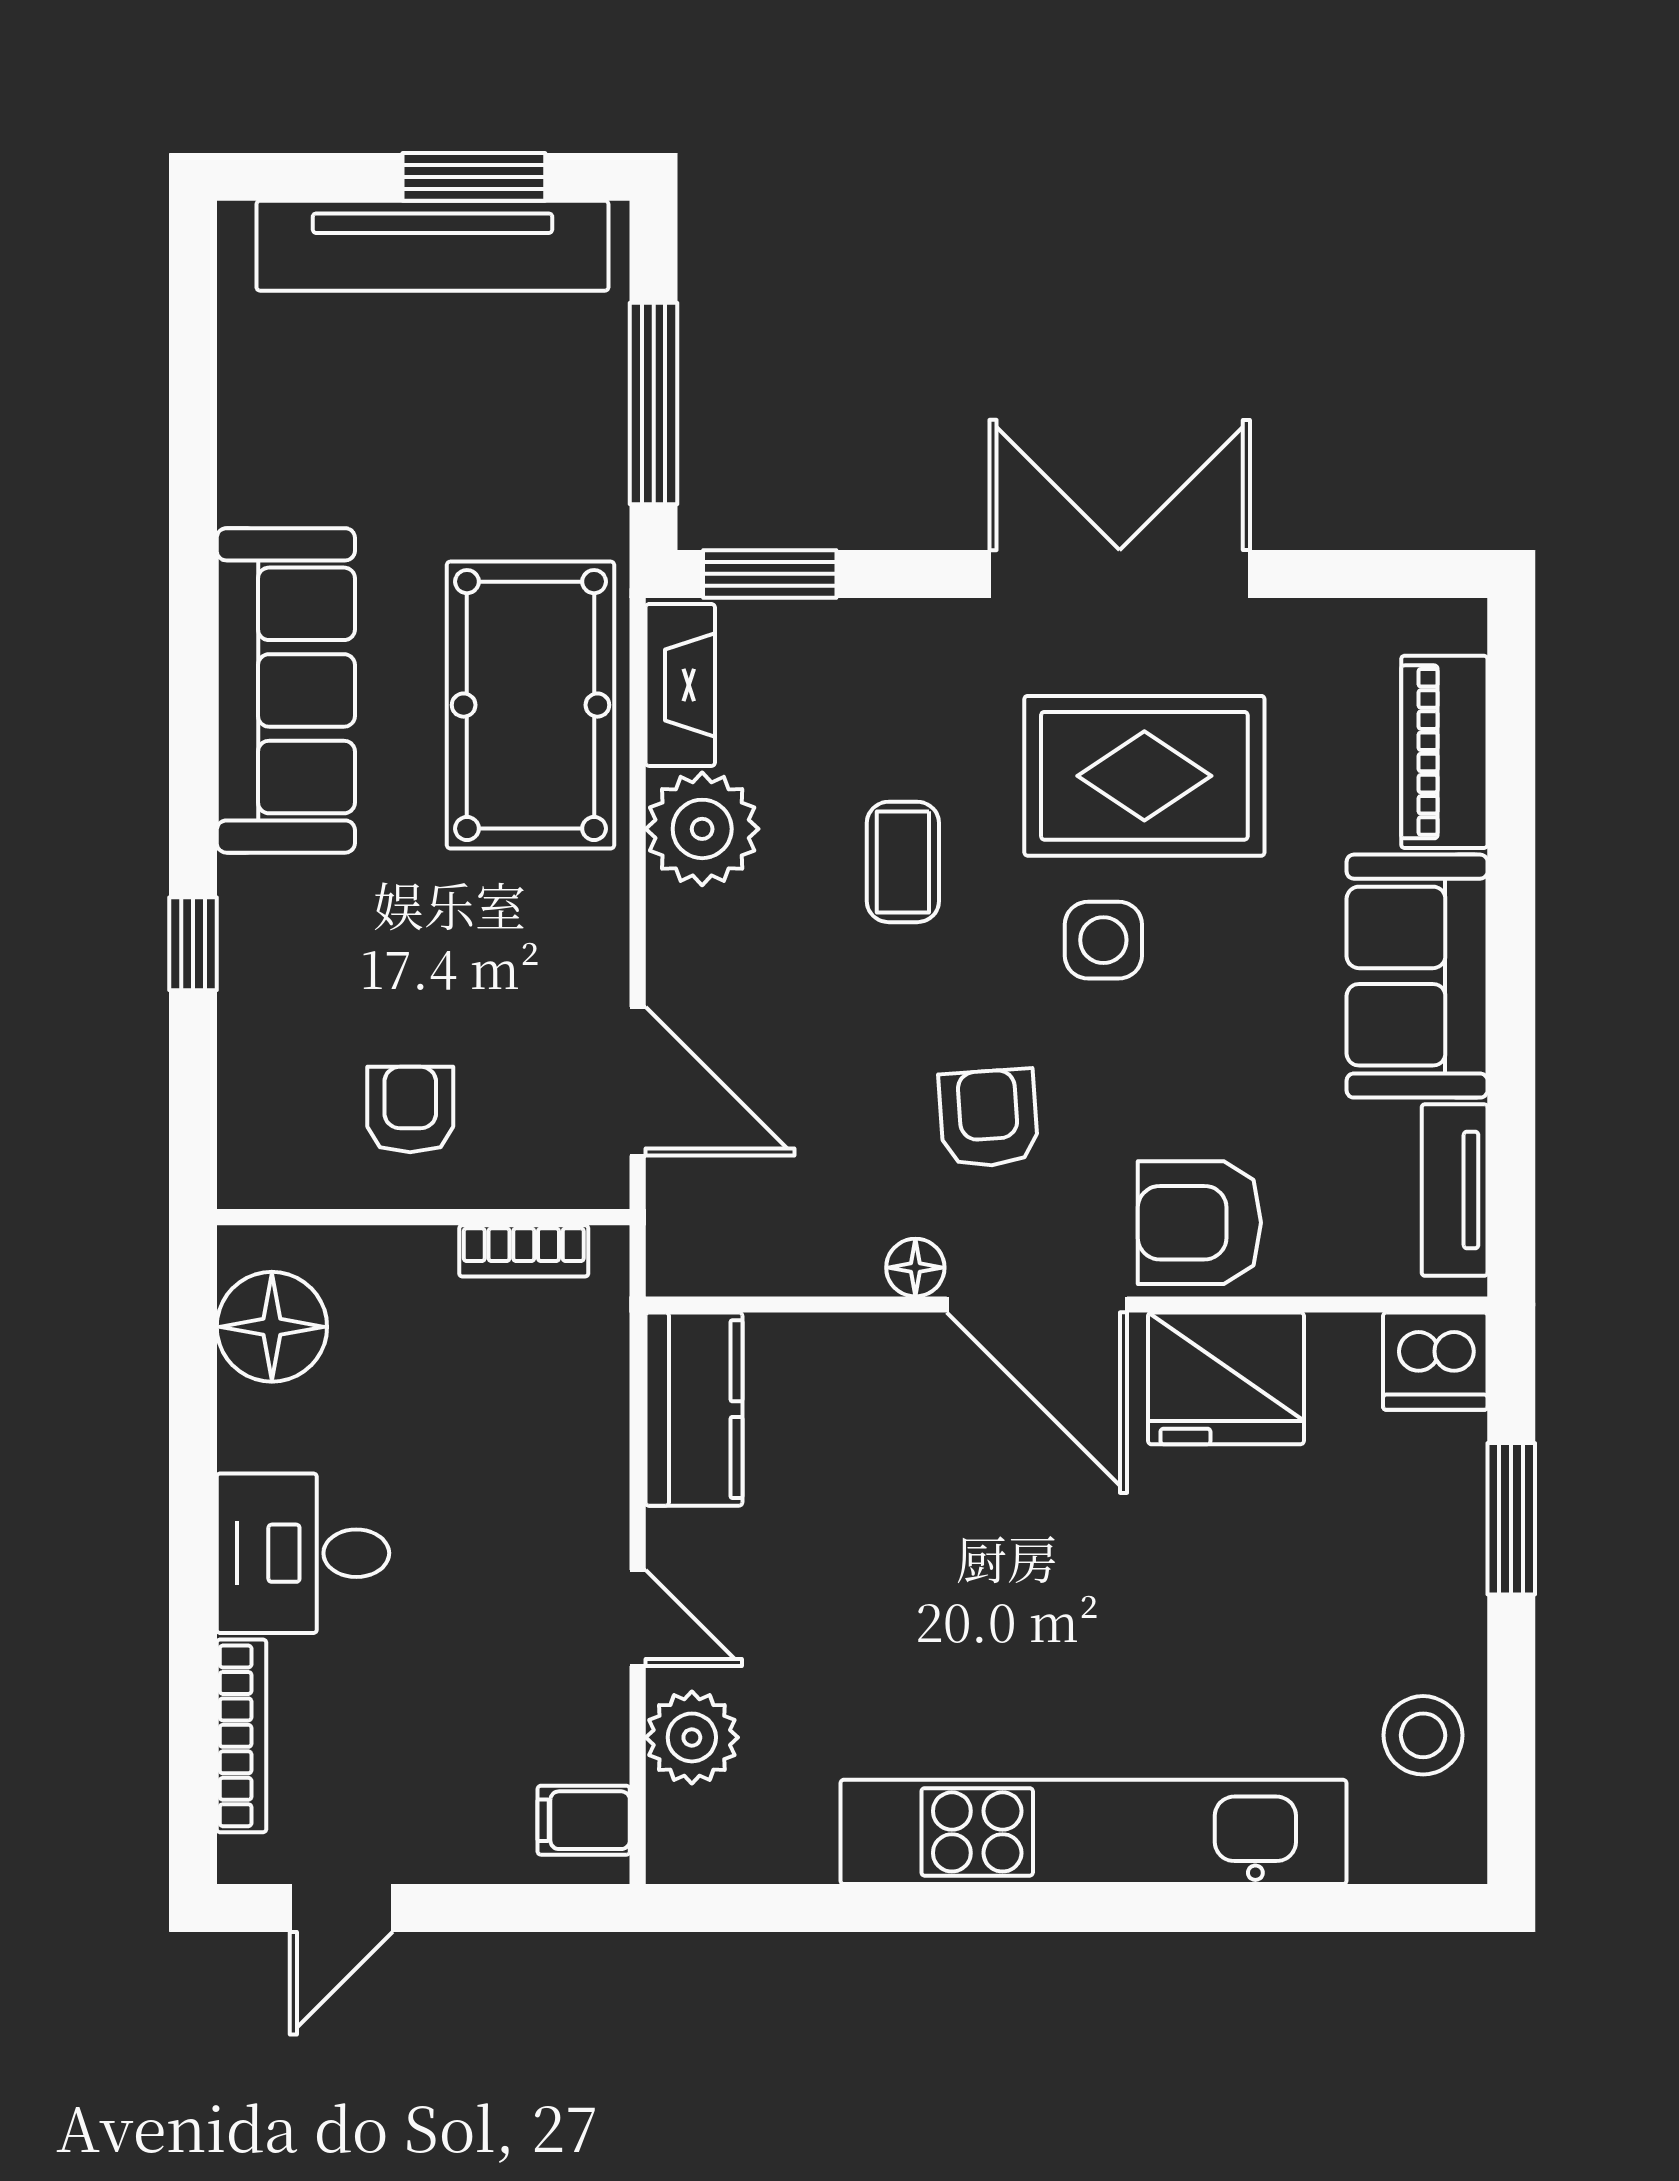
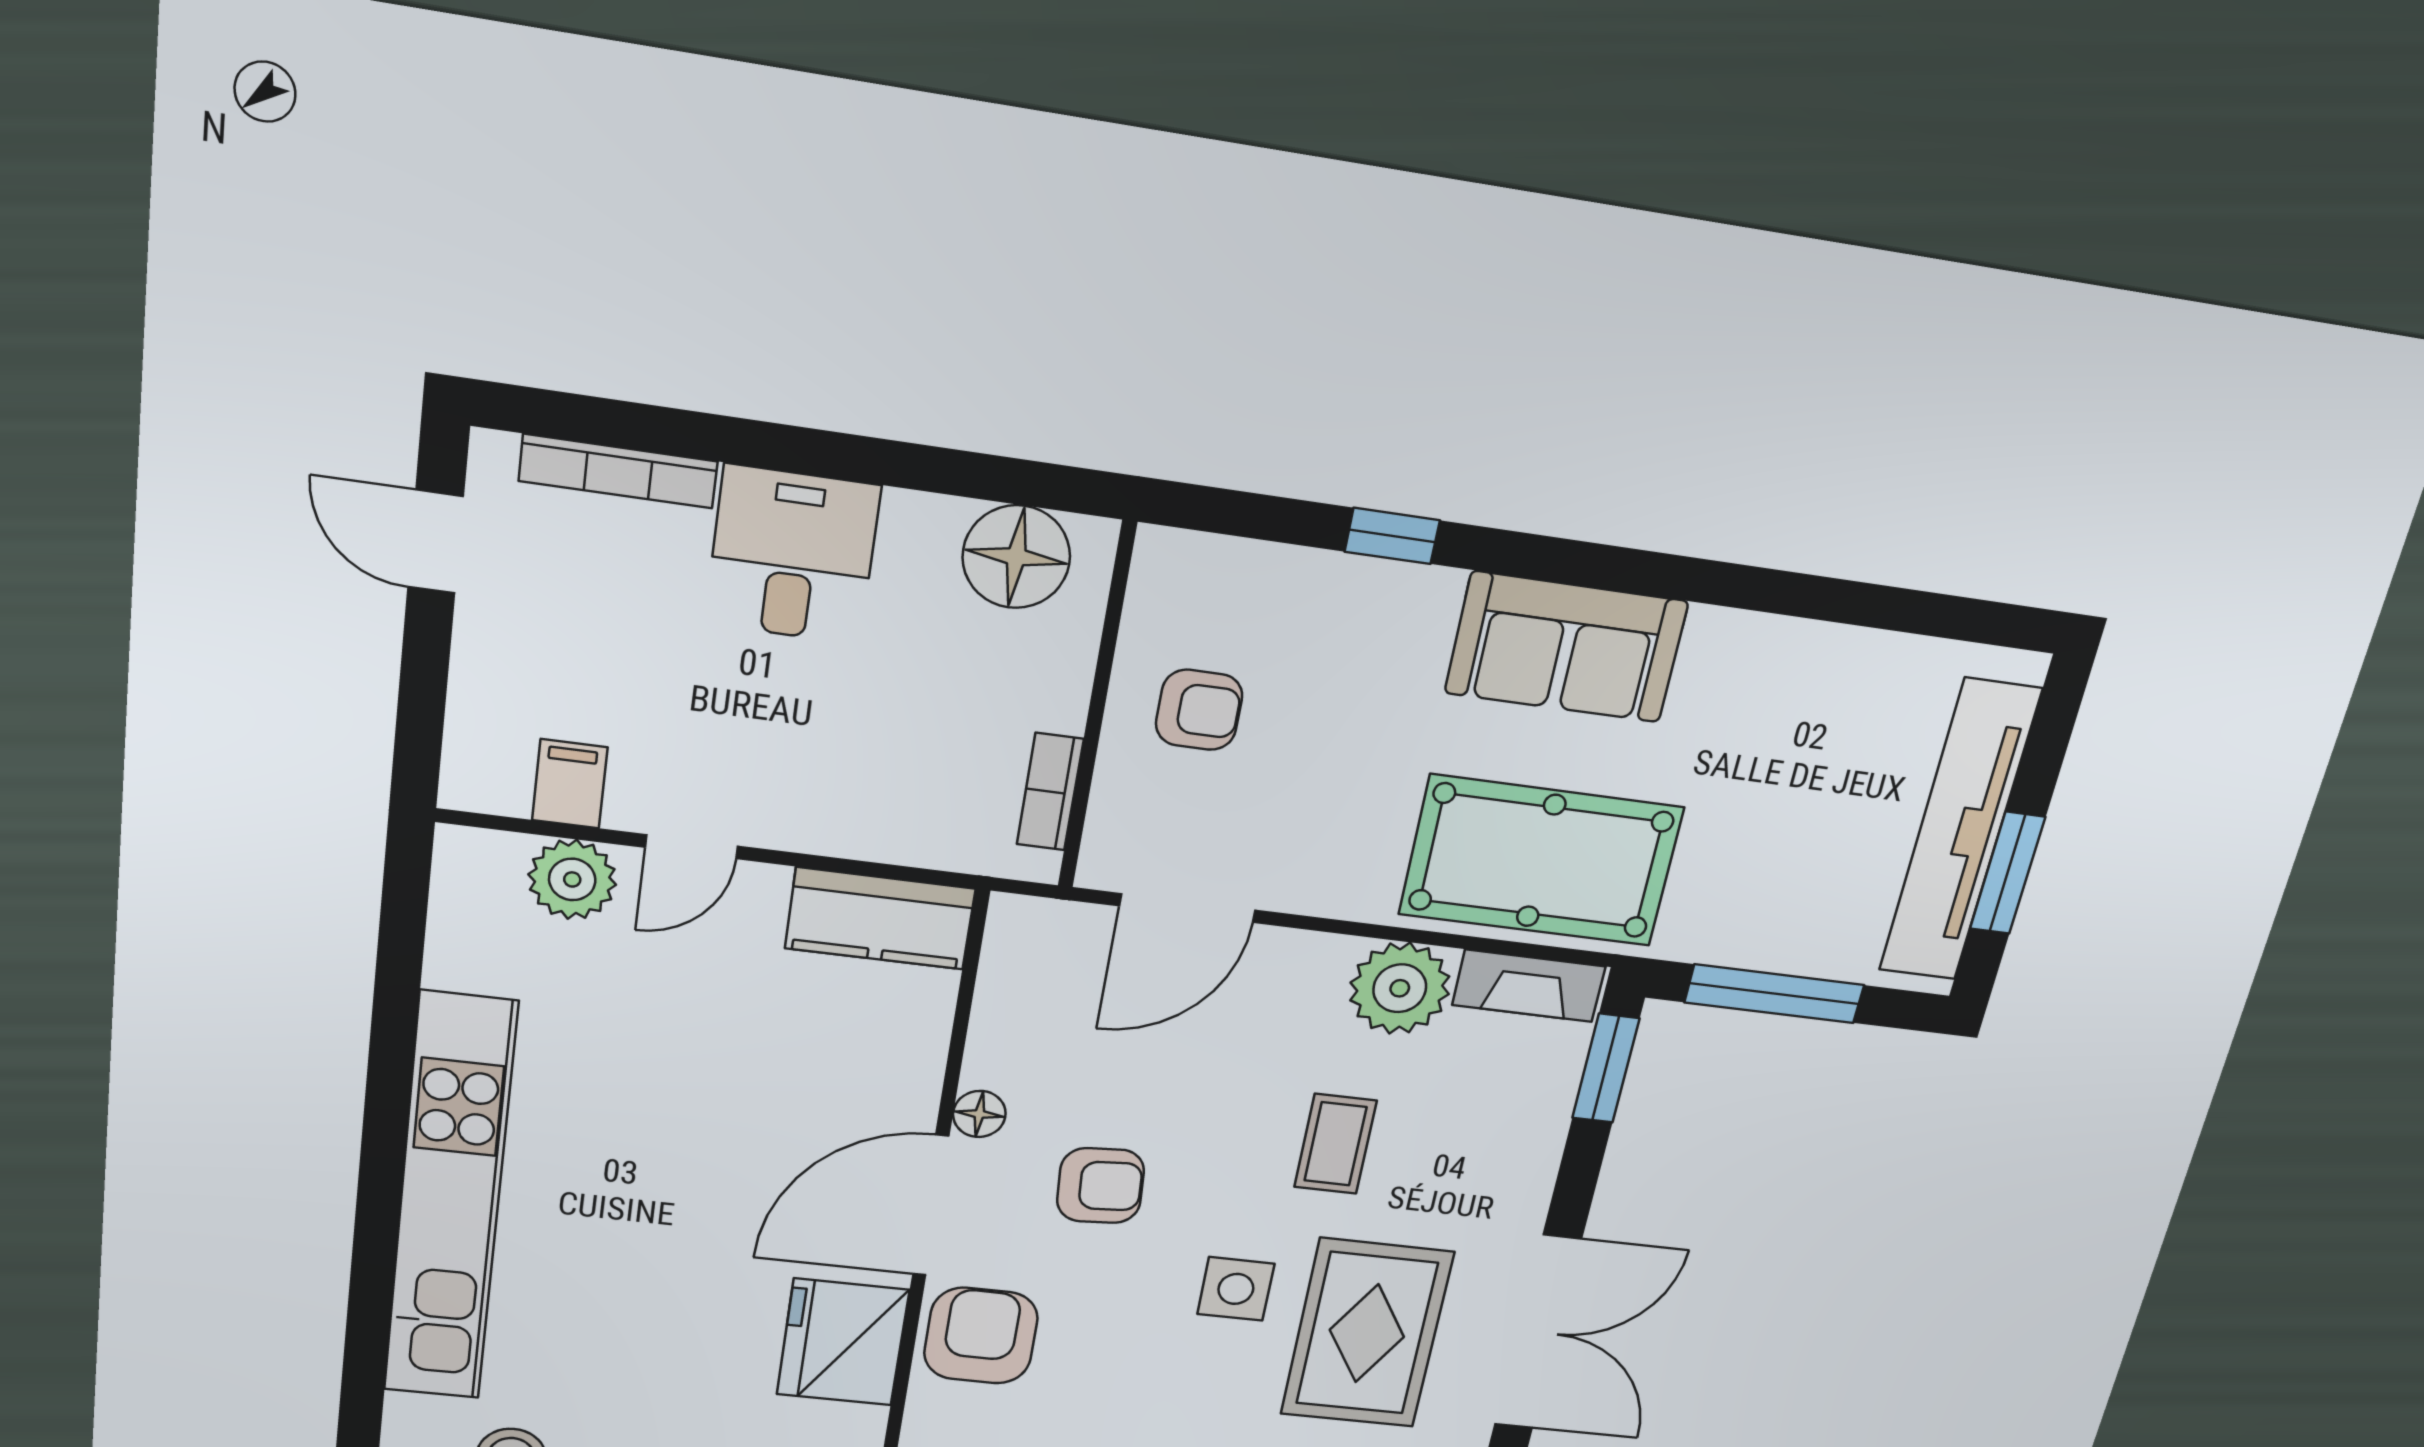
sofa: (286, 690) -> (1566, 647), width x0.73
coffee table: (903, 862) -> (1336, 1144), turned 90
filing cabinet: (584, 1820) -> (570, 784), moved

